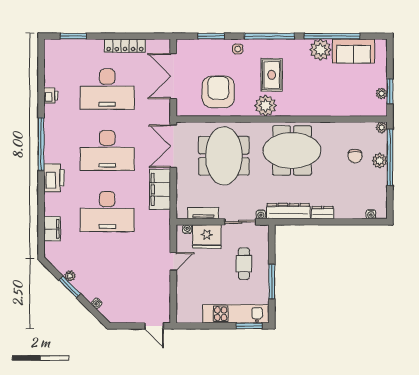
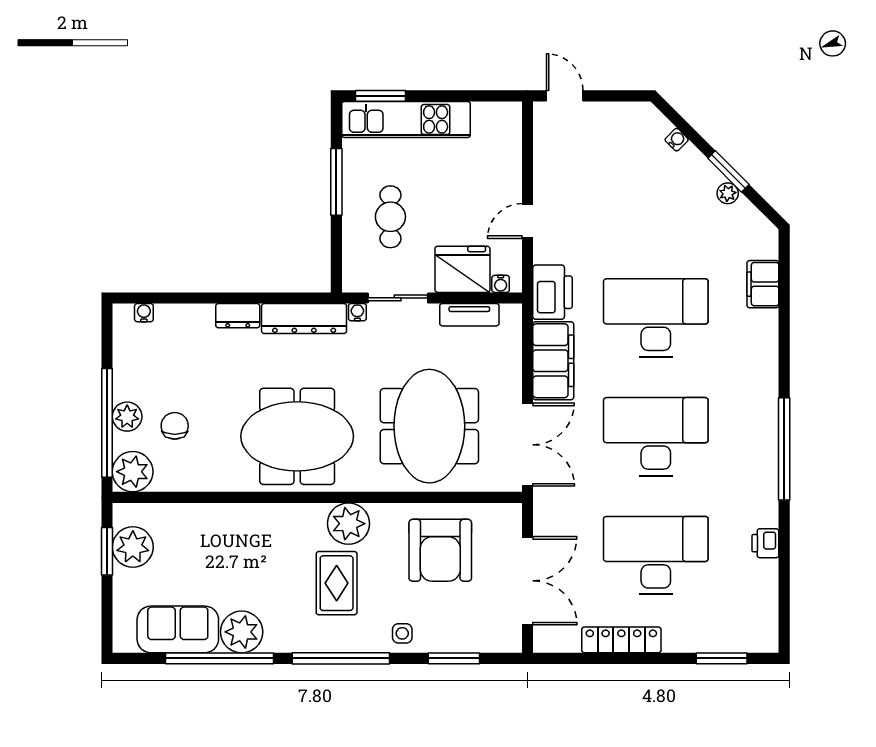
plant: (382, 94) -> (133, 547), width x1.87, depth x1.87
plant: (382, 127) -> (133, 472), width x1.88, depth x1.88
printer: (54, 178) -> (553, 292), moved, turned 180

